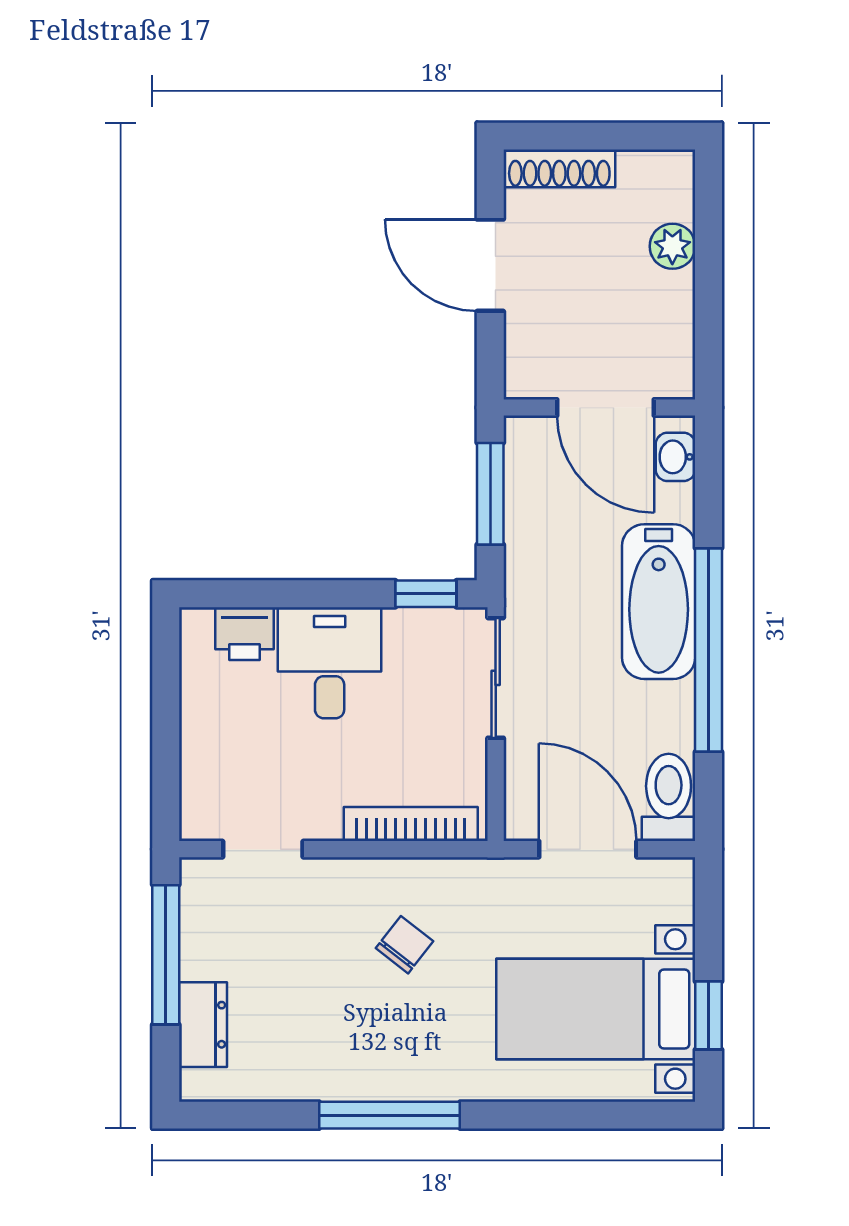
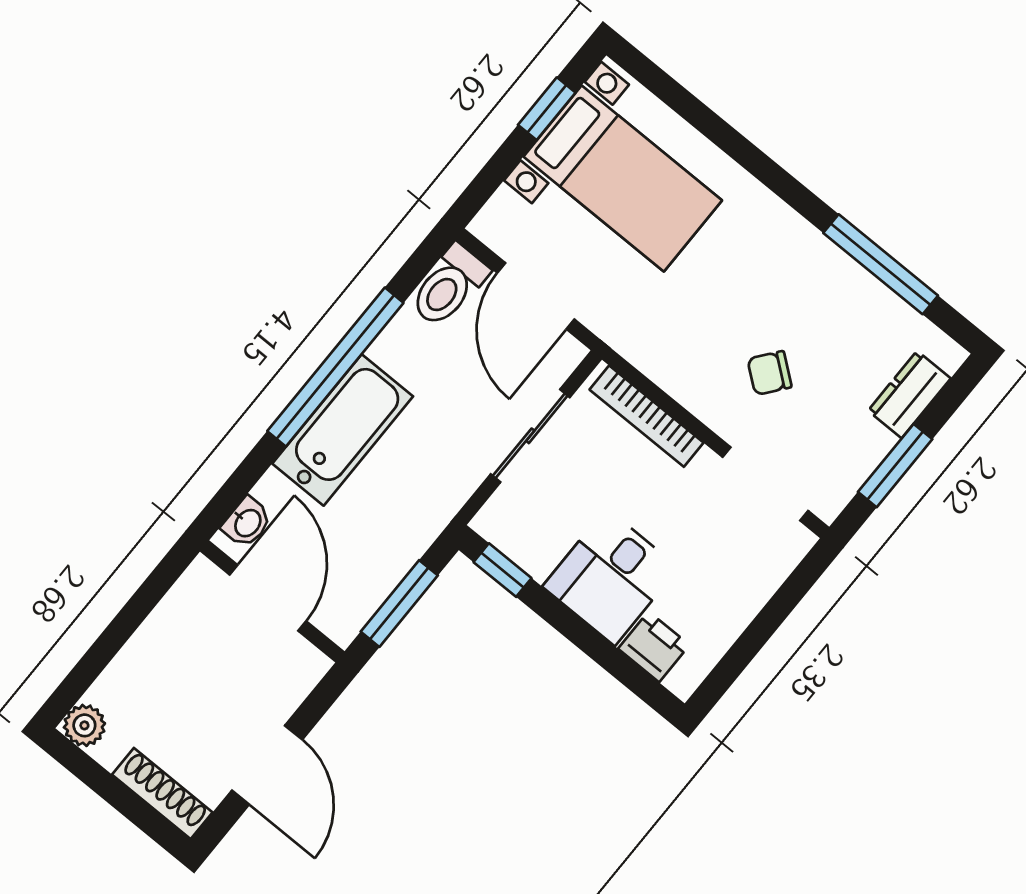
plant: (672, 246) -> (84, 725), moved
sliding door: (496, 678) -> (530, 436), moved
doorway: (263, 849) -> (765, 484), width x1.38
chair: (404, 945) -> (770, 373), moved
window: (166, 955) -> (895, 466), width x0.69
window: (390, 1115) -> (881, 264), moved

